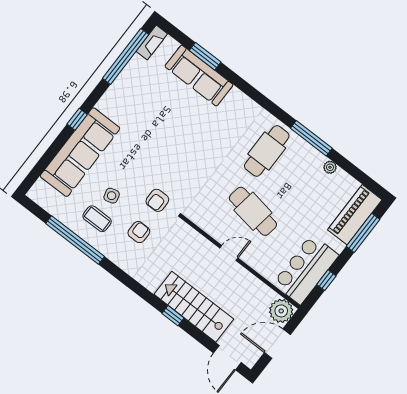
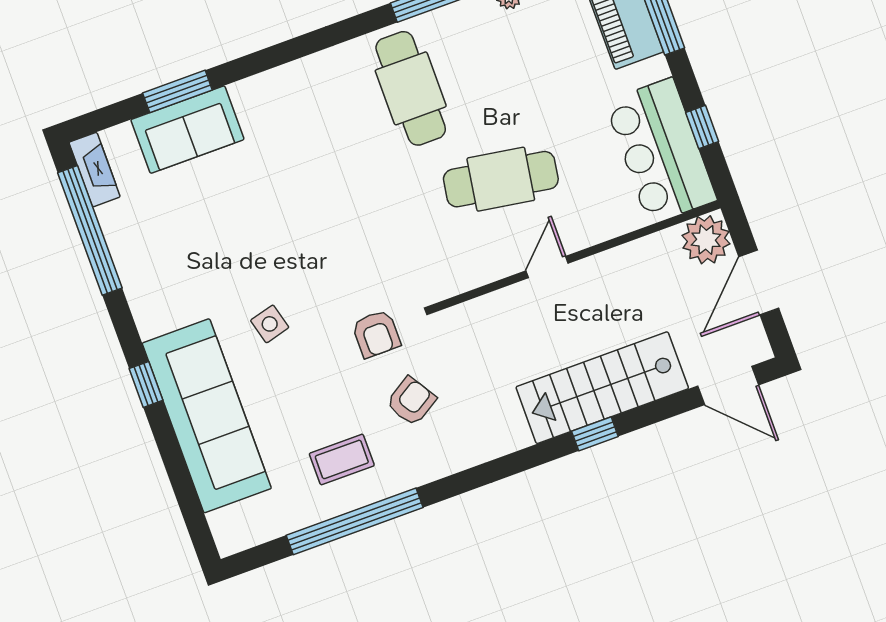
sofa: (199, 76) -> (187, 130), width x0.73
side table: (112, 196) -> (270, 324), moved
armchair: (139, 232) -> (411, 401), turned 58

